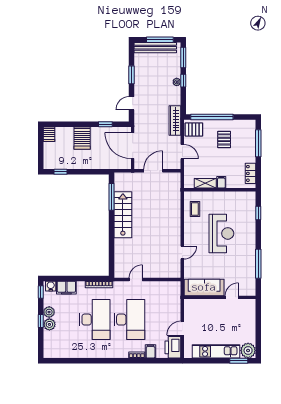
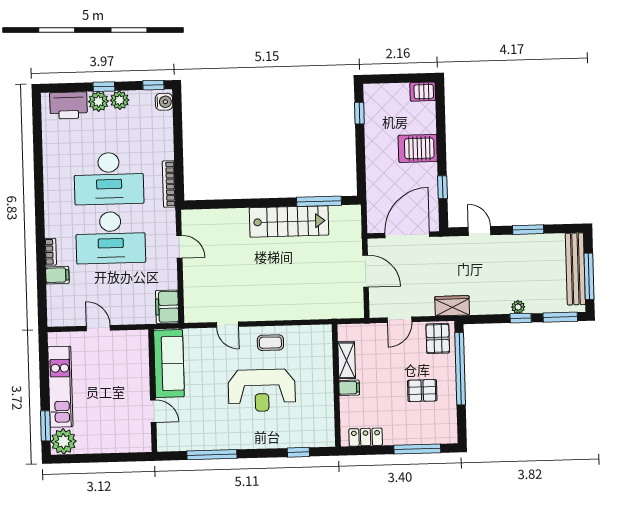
wardrobe: (175, 121) -> (452, 306), width x0.67
coffee table: (195, 209) -> (270, 343), moved
filing cabinet: (66, 288) -> (167, 307), moved
printer: (173, 347) -> (68, 105), moved, turned 180

